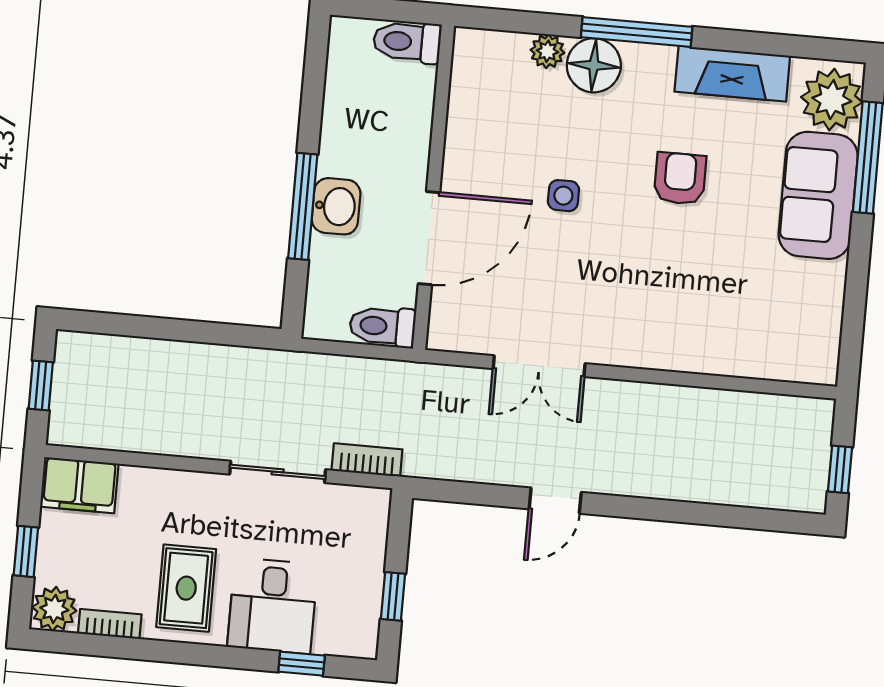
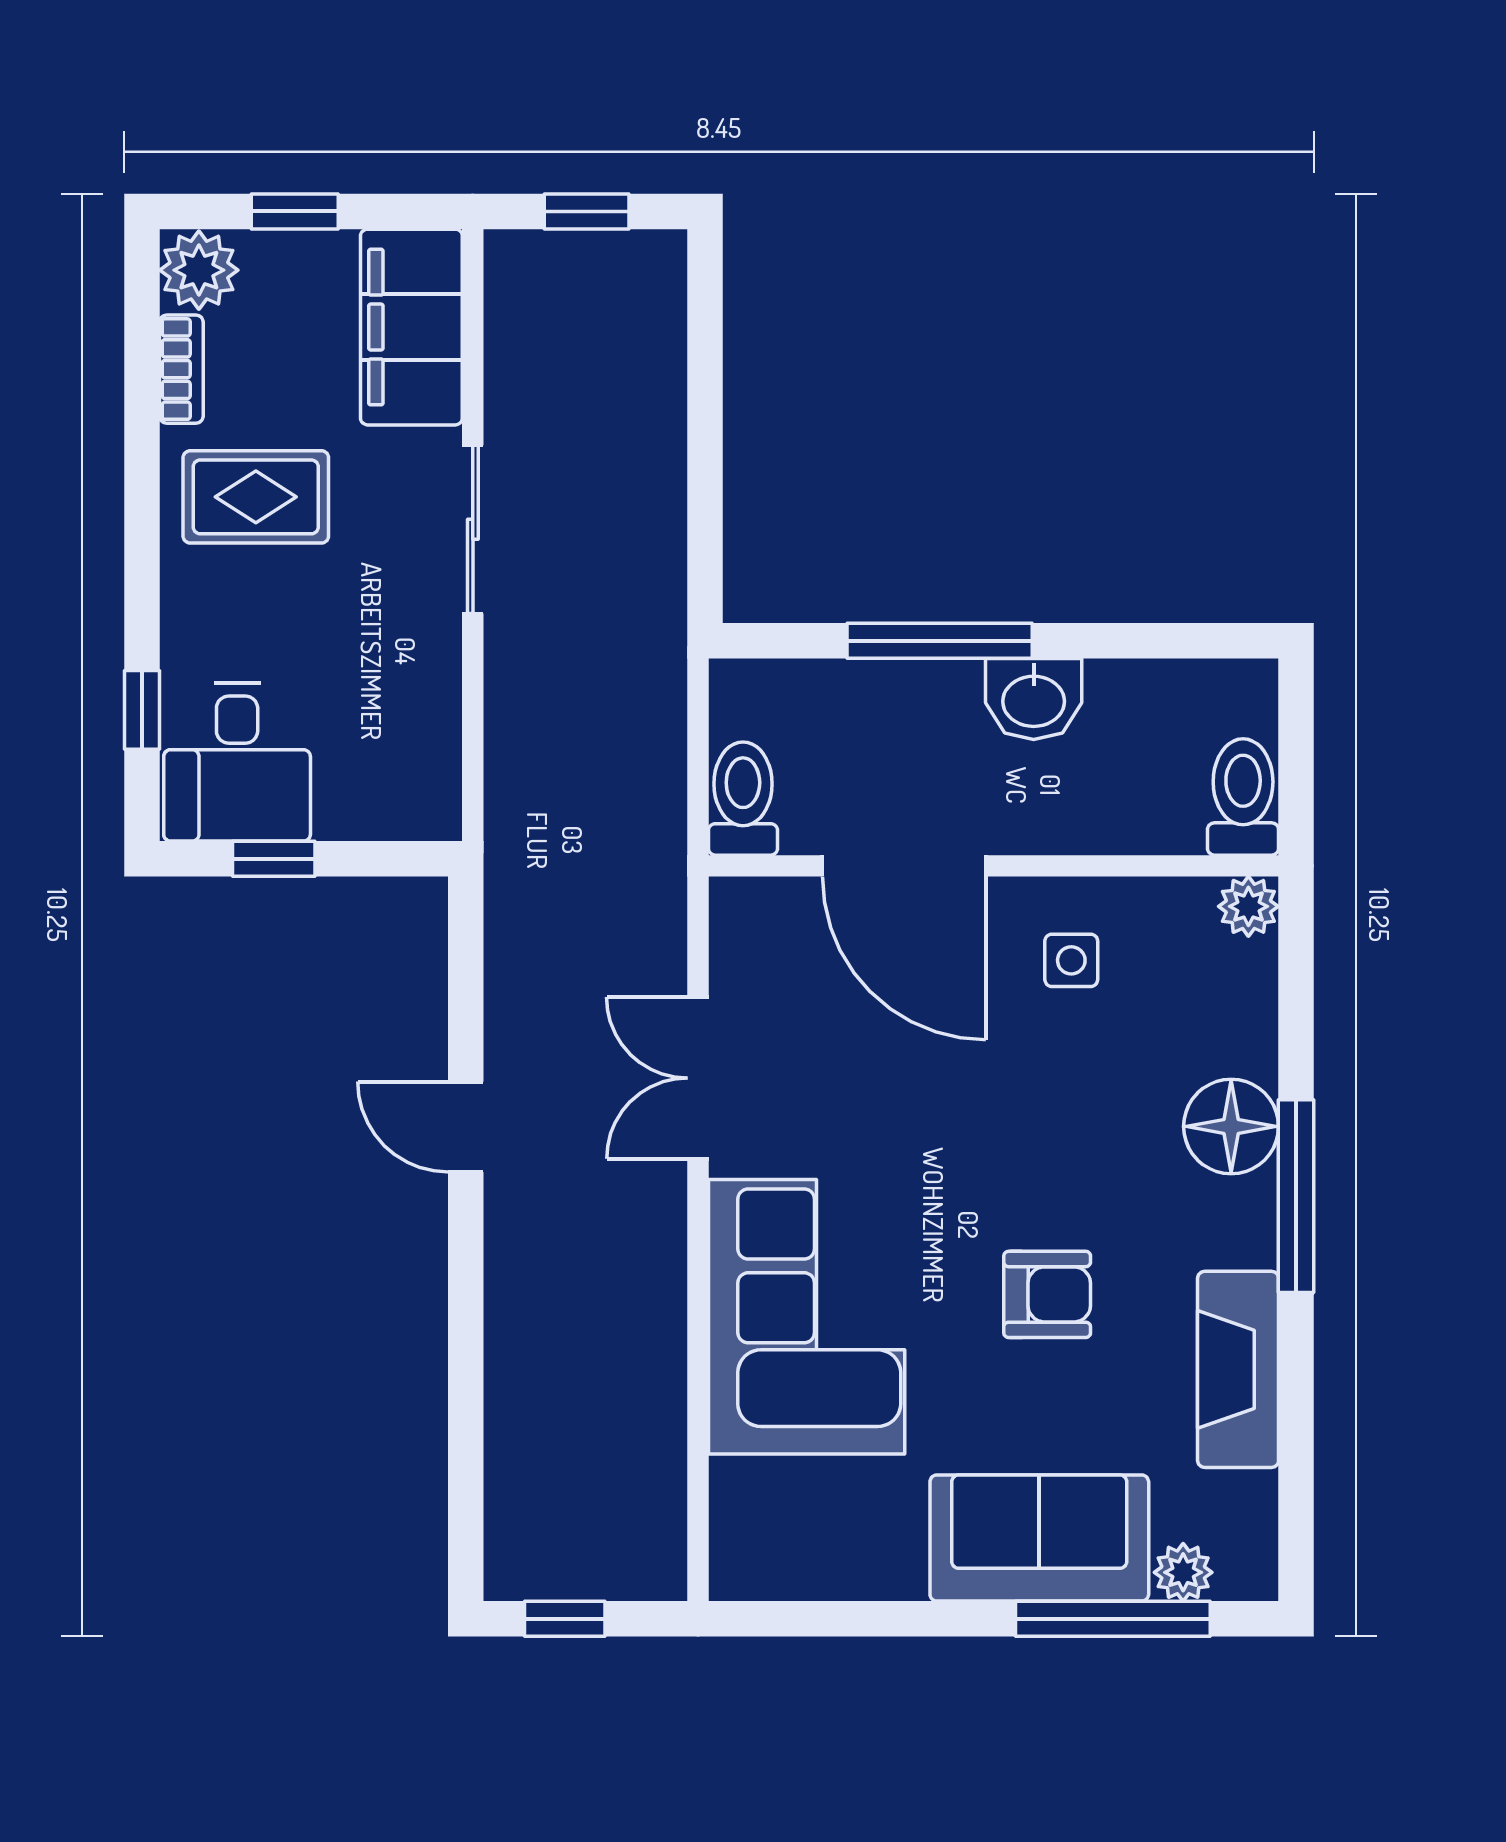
plant: (547, 51) -> (1248, 906), moved
plant: (832, 100) -> (1183, 1572), width x0.53, depth x0.53
side table: (563, 196) -> (1071, 960), moved
washbasin: (336, 206) -> (1034, 699), moved
corner sofa: (680, 316) -> (807, 1317), added
bookcase: (367, 460) -> (507, 792), removed
sliding door: (278, 472) -> (473, 529), moved
filing cabinet: (79, 485) -> (411, 327), width x1.50, depth x1.17
desk: (273, 606) -> (237, 762), moved, turned -90

